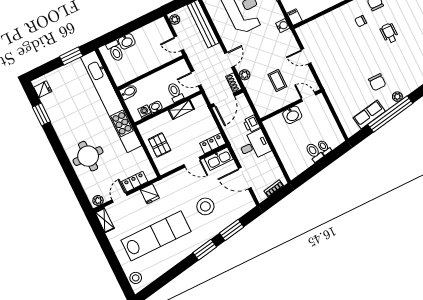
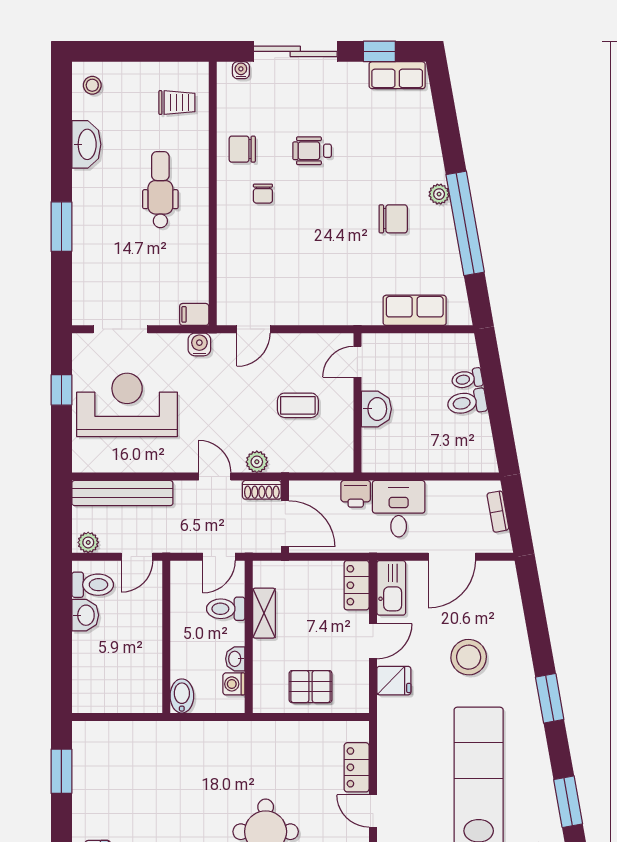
washbasin: (127, 41) -> (85, 615), moved
toilet: (115, 51) -> (93, 585), moved
door: (306, 56) -> (253, 329), moved
kitchen unit: (111, 101) -> (184, 738), removed
row of seats: (369, 114) -> (415, 310), moved, turned 100
fridge: (150, 194) -> (394, 681), moved
window: (232, 230) -> (568, 802), moved

